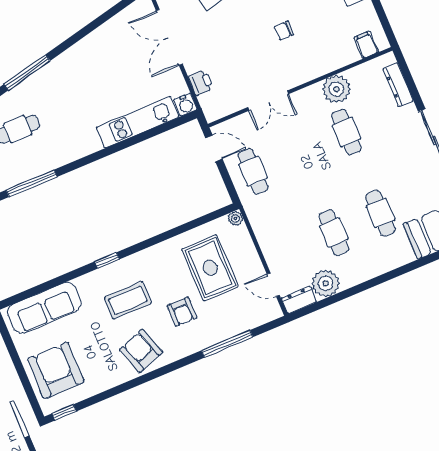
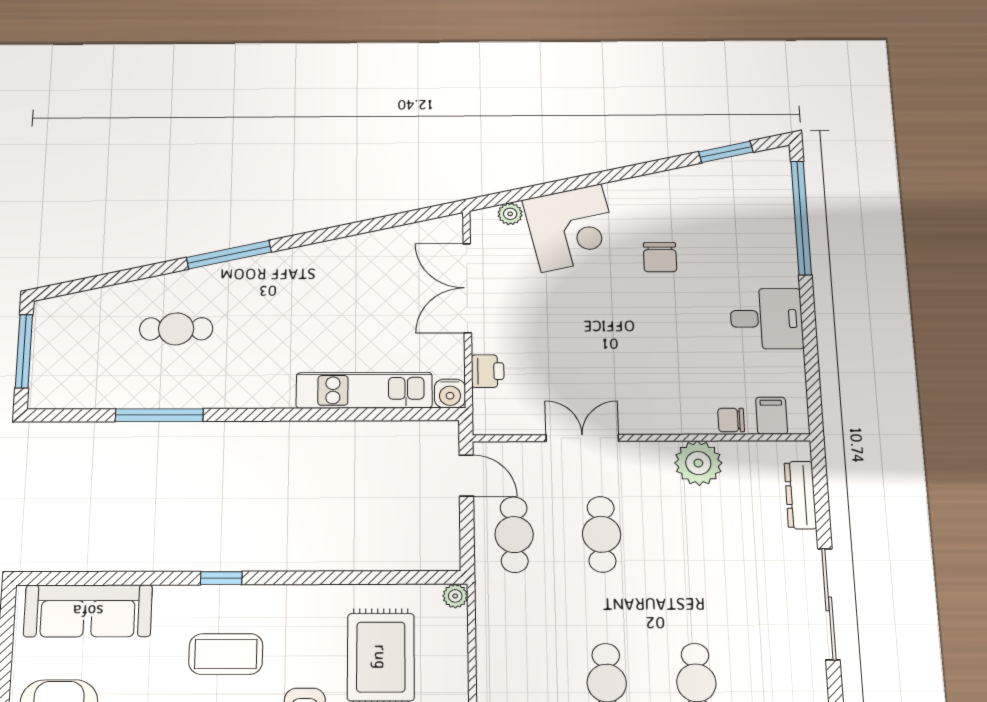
chair: (284, 31) -> (731, 420), moved
double door: (268, 101) -> (582, 438), swing flipped
cafe table: (346, 132) -> (602, 534), moved

